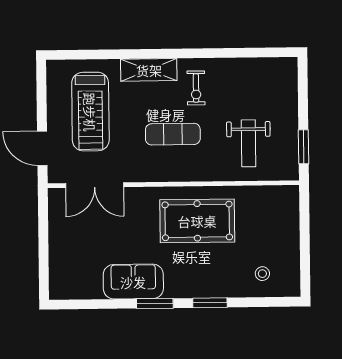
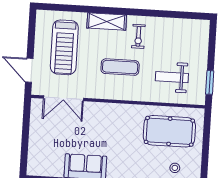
weight bench: (248, 143) -> (172, 77), turned 90
pool table: (197, 221) -> (169, 131), moved

